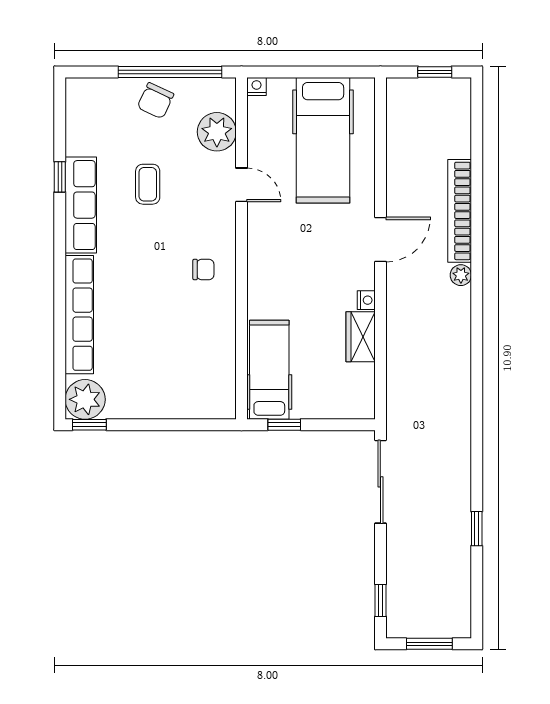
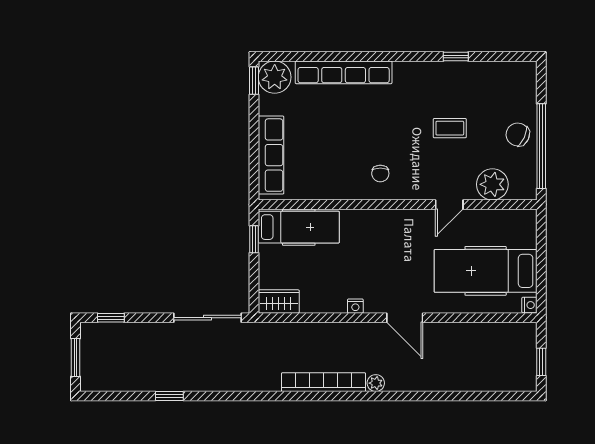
nightstand: (257, 86) -> (529, 305), moved
row of seats: (81, 205) -> (271, 155), moved, turned -90
bookcase: (460, 211) -> (323, 382), moved
wardrobe: (361, 337) -> (279, 301), moved

